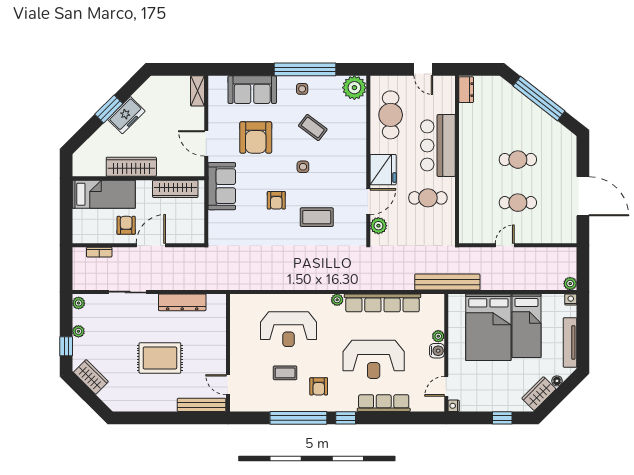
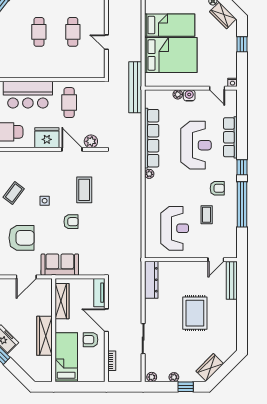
tv unit: (186, 236) -> (99, 293), added
dresser: (182, 302) -> (151, 280), moved
reception desk: (288, 329) -> (175, 228), moved

